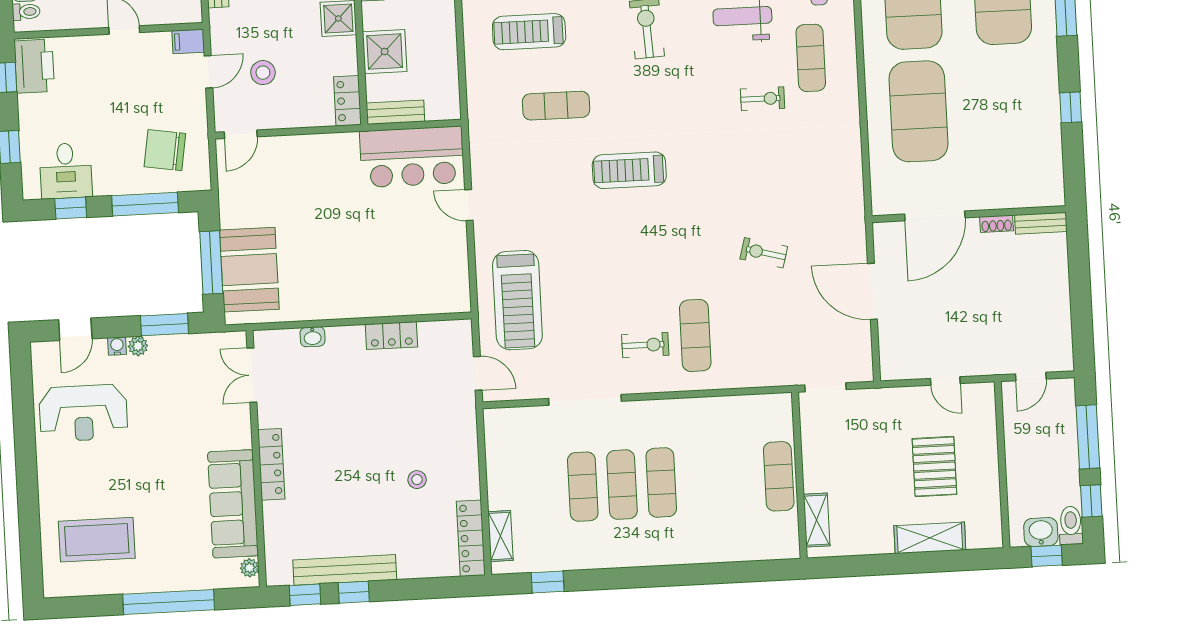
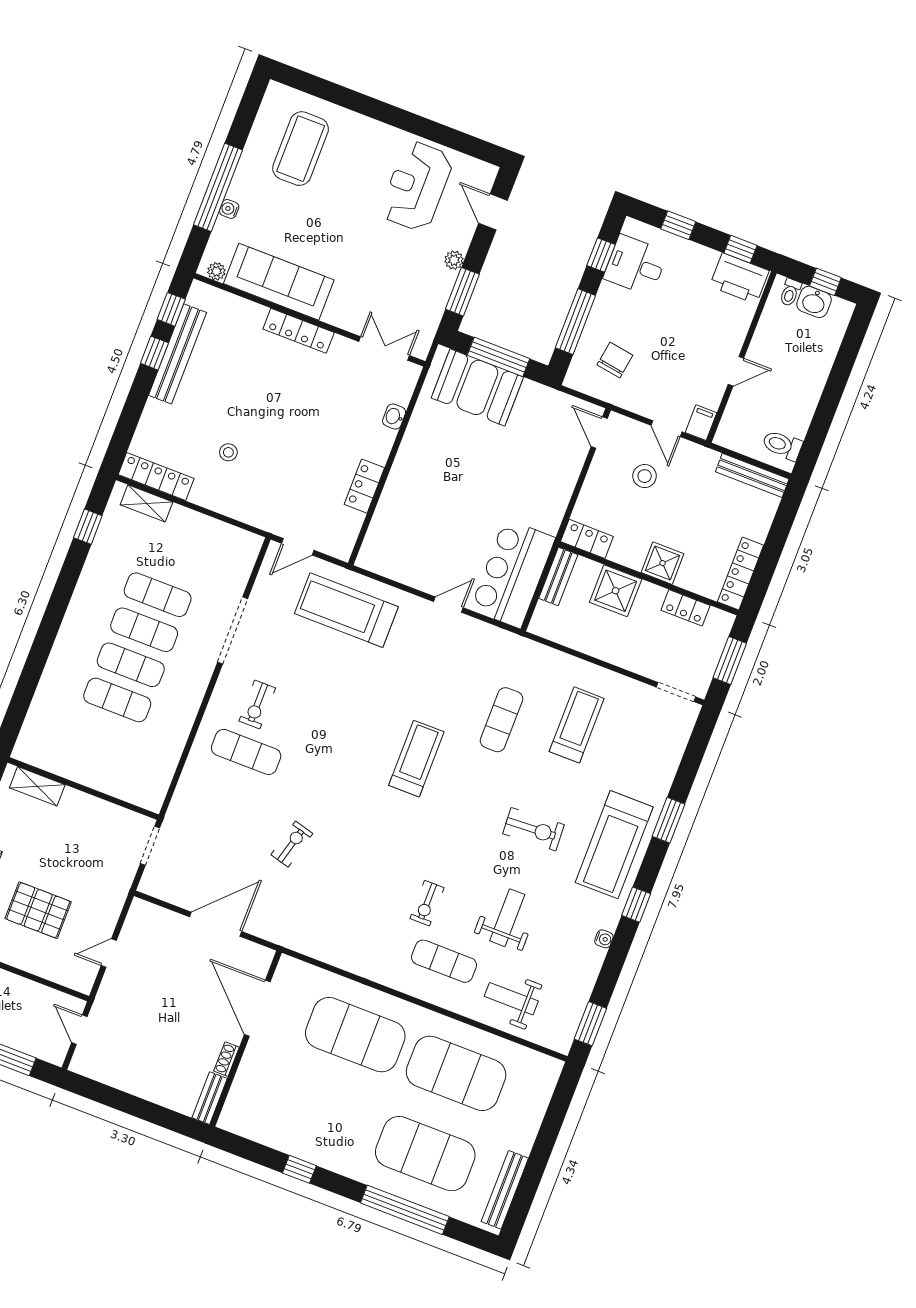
chair: (165, 150) -> (615, 360), width x0.73, depth x0.73
water cooler: (117, 346) -> (229, 209), moved, turned 180
exercise mat: (779, 476) -> (117, 700), moved

